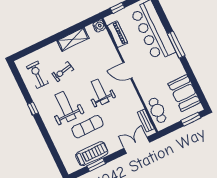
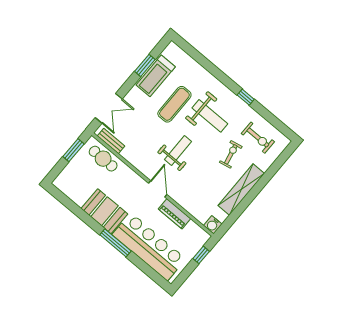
piano: (117, 34) -> (175, 214), moved
shelving: (73, 39) -> (241, 189), width x1.47
door: (127, 70) -> (158, 189), hinge flipped
weight bench: (100, 92) -> (178, 150), turned -90
booth: (184, 93) -> (104, 211), moved
window: (191, 119) -> (74, 150), moved

